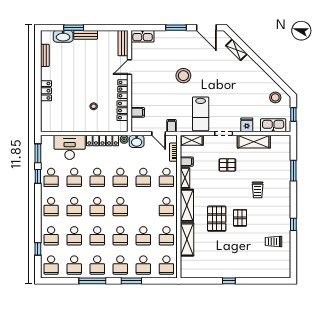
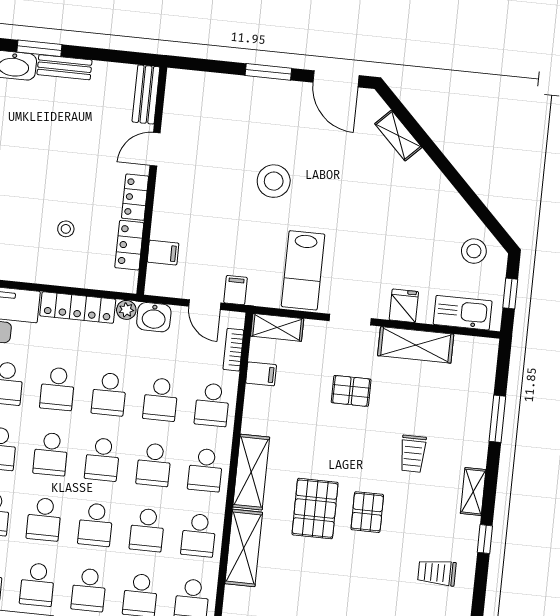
kitchen sink: (142, 36) -> (191, 84), removed
shelving: (185, 178) -> (473, 492), moved
school desk: (143, 207) -> (154, 465), added

